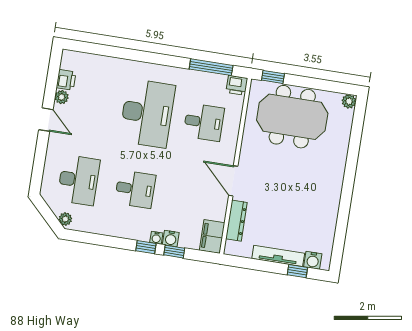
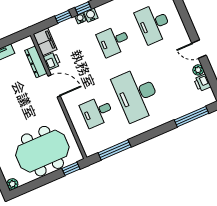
window: (102, 50) -> (192, 117), added
printer: (237, 85) -> (52, 61), moved, turned 90
water cooler: (171, 238) -> (91, 15), moved

